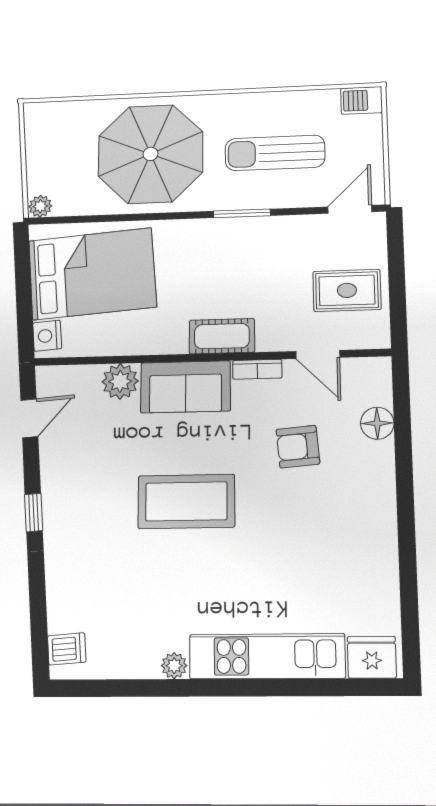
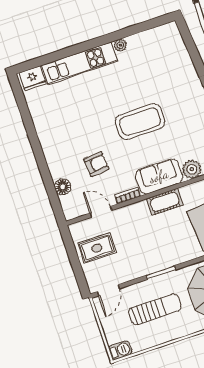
cot: (222, 336) -> (165, 202), moved
dishwasher: (67, 649) -> (172, 36), removed

